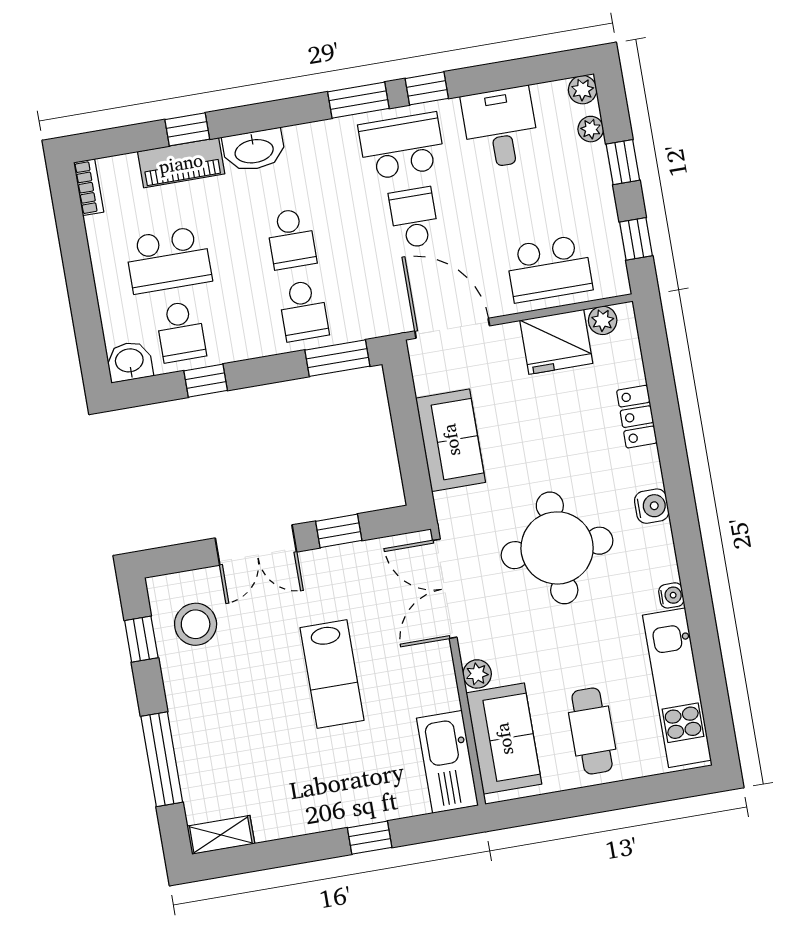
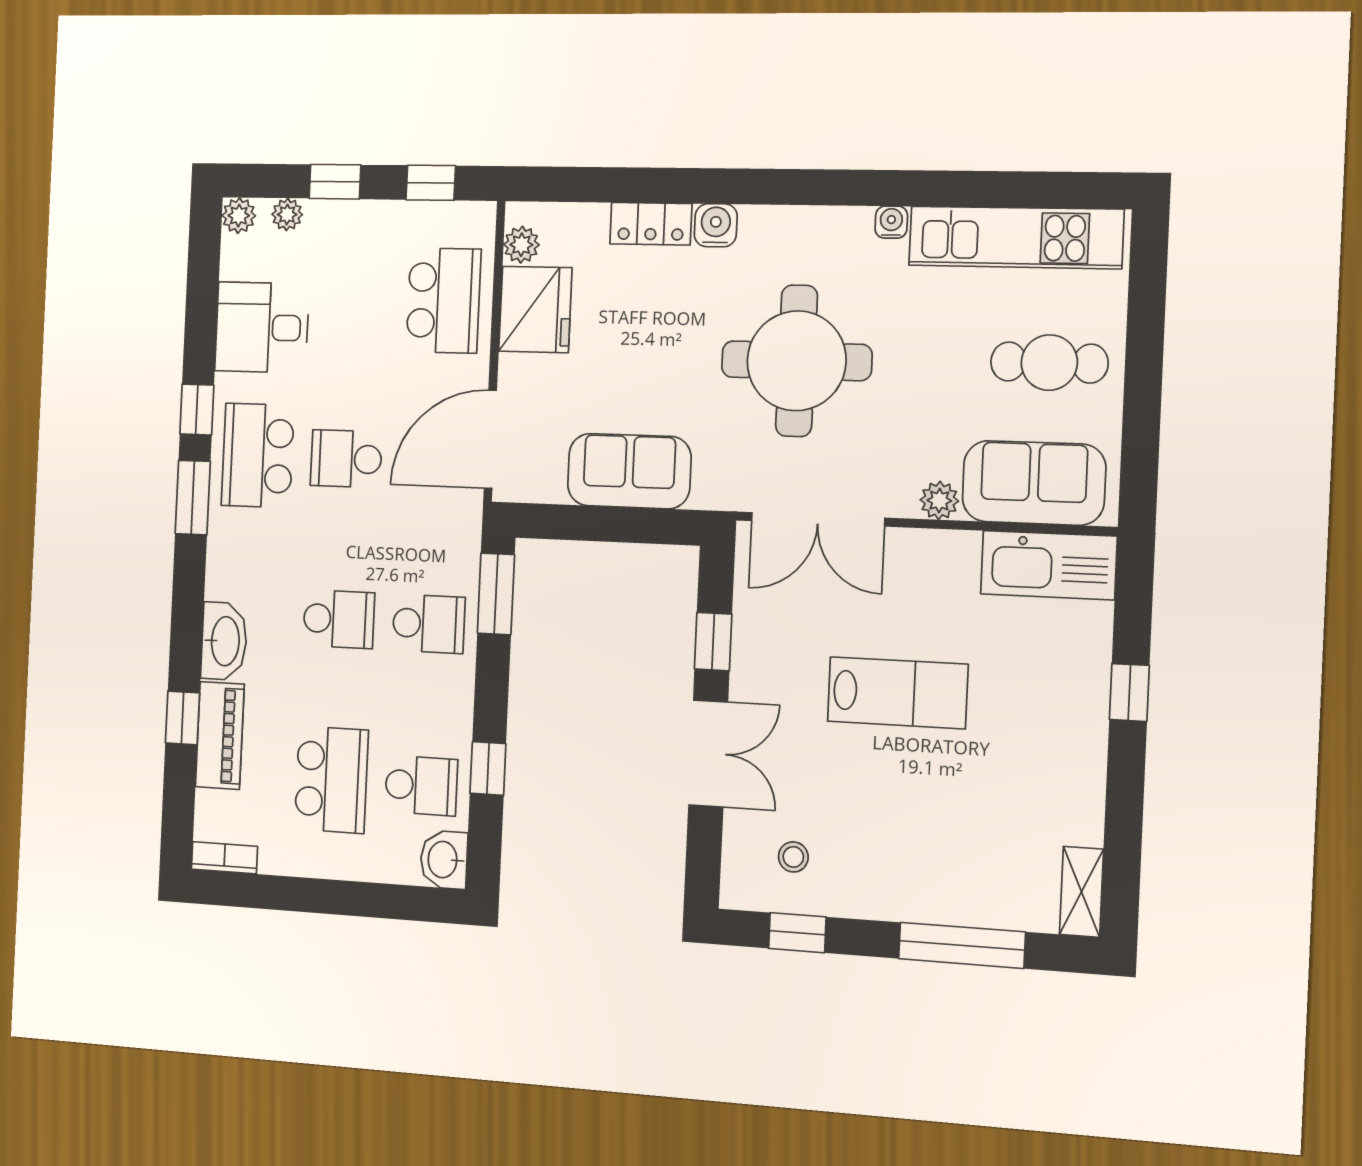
water cooler: (652, 506) -> (716, 225), moved
stool: (196, 624) -> (793, 857), width x0.53, depth x0.53

